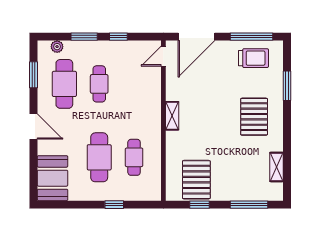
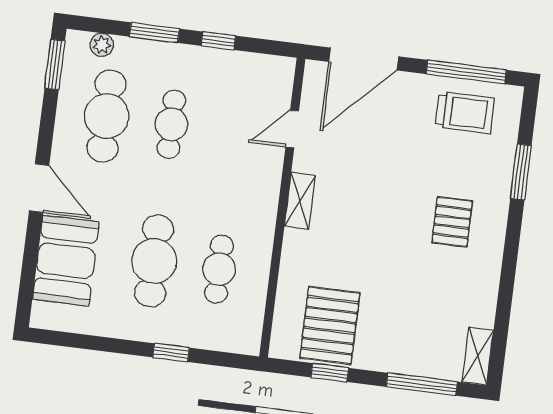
door: (163, 56) -> (292, 129), moved
window: (34, 75) -> (55, 65), moved
pallet: (254, 117) -> (452, 222), width x0.67, depth x0.71
shelving: (277, 167) -> (478, 356), moved
booth: (53, 178) -> (66, 261), moved

